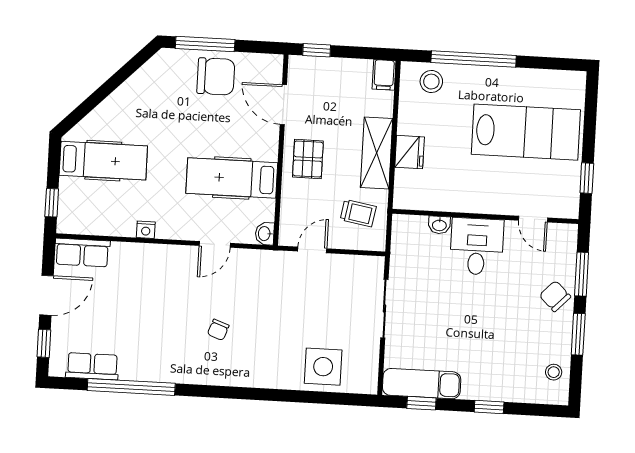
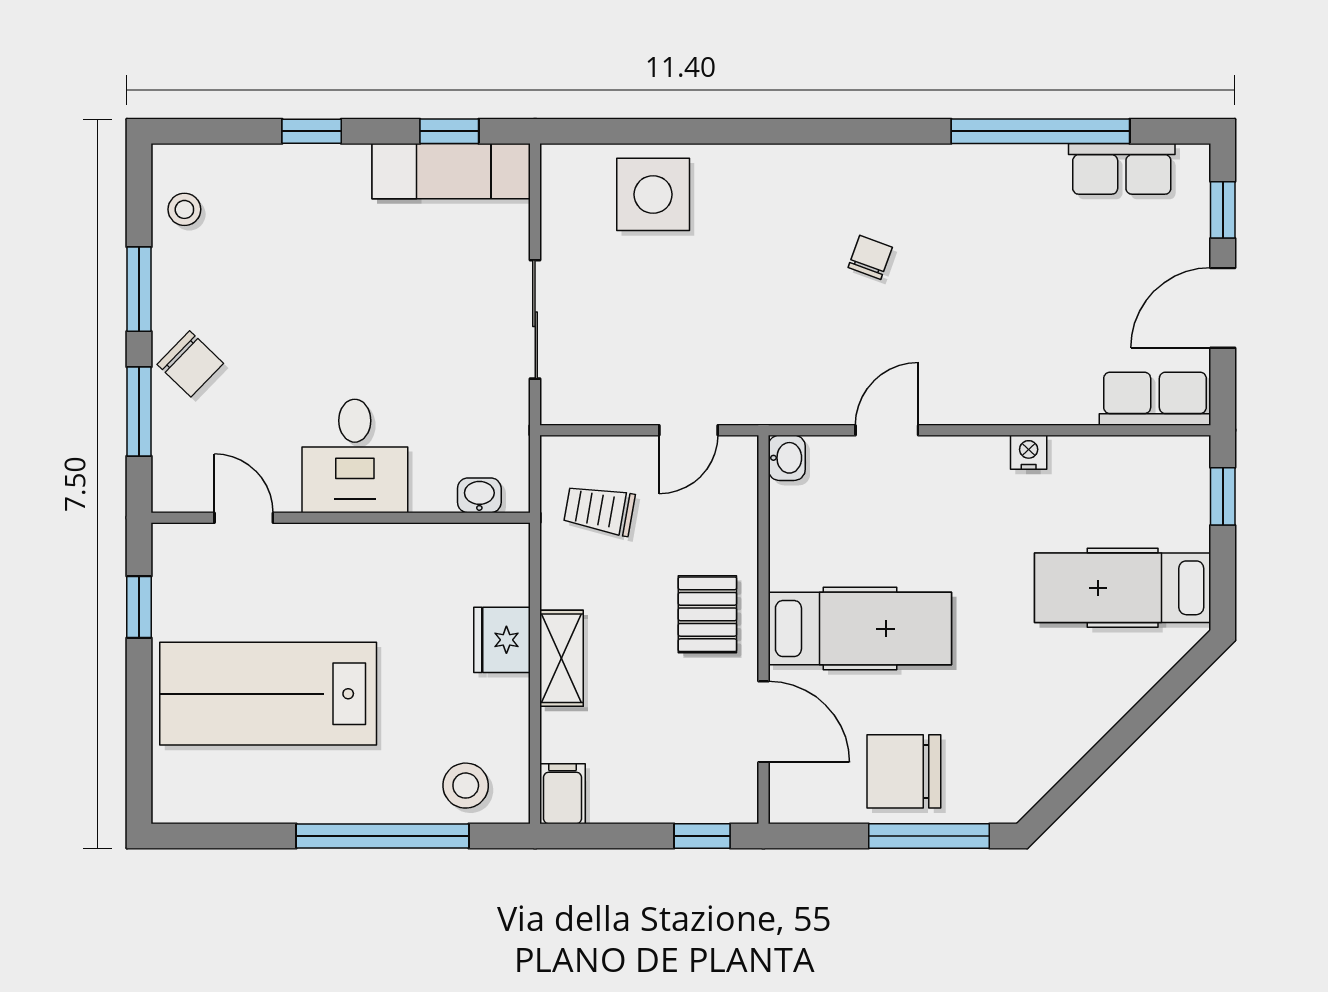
shelving: (377, 153) -> (562, 658), width x0.67, depth x0.75
hospital bed: (232, 178) -> (860, 629), moved
washbasin: (439, 225) -> (479, 495), moved

